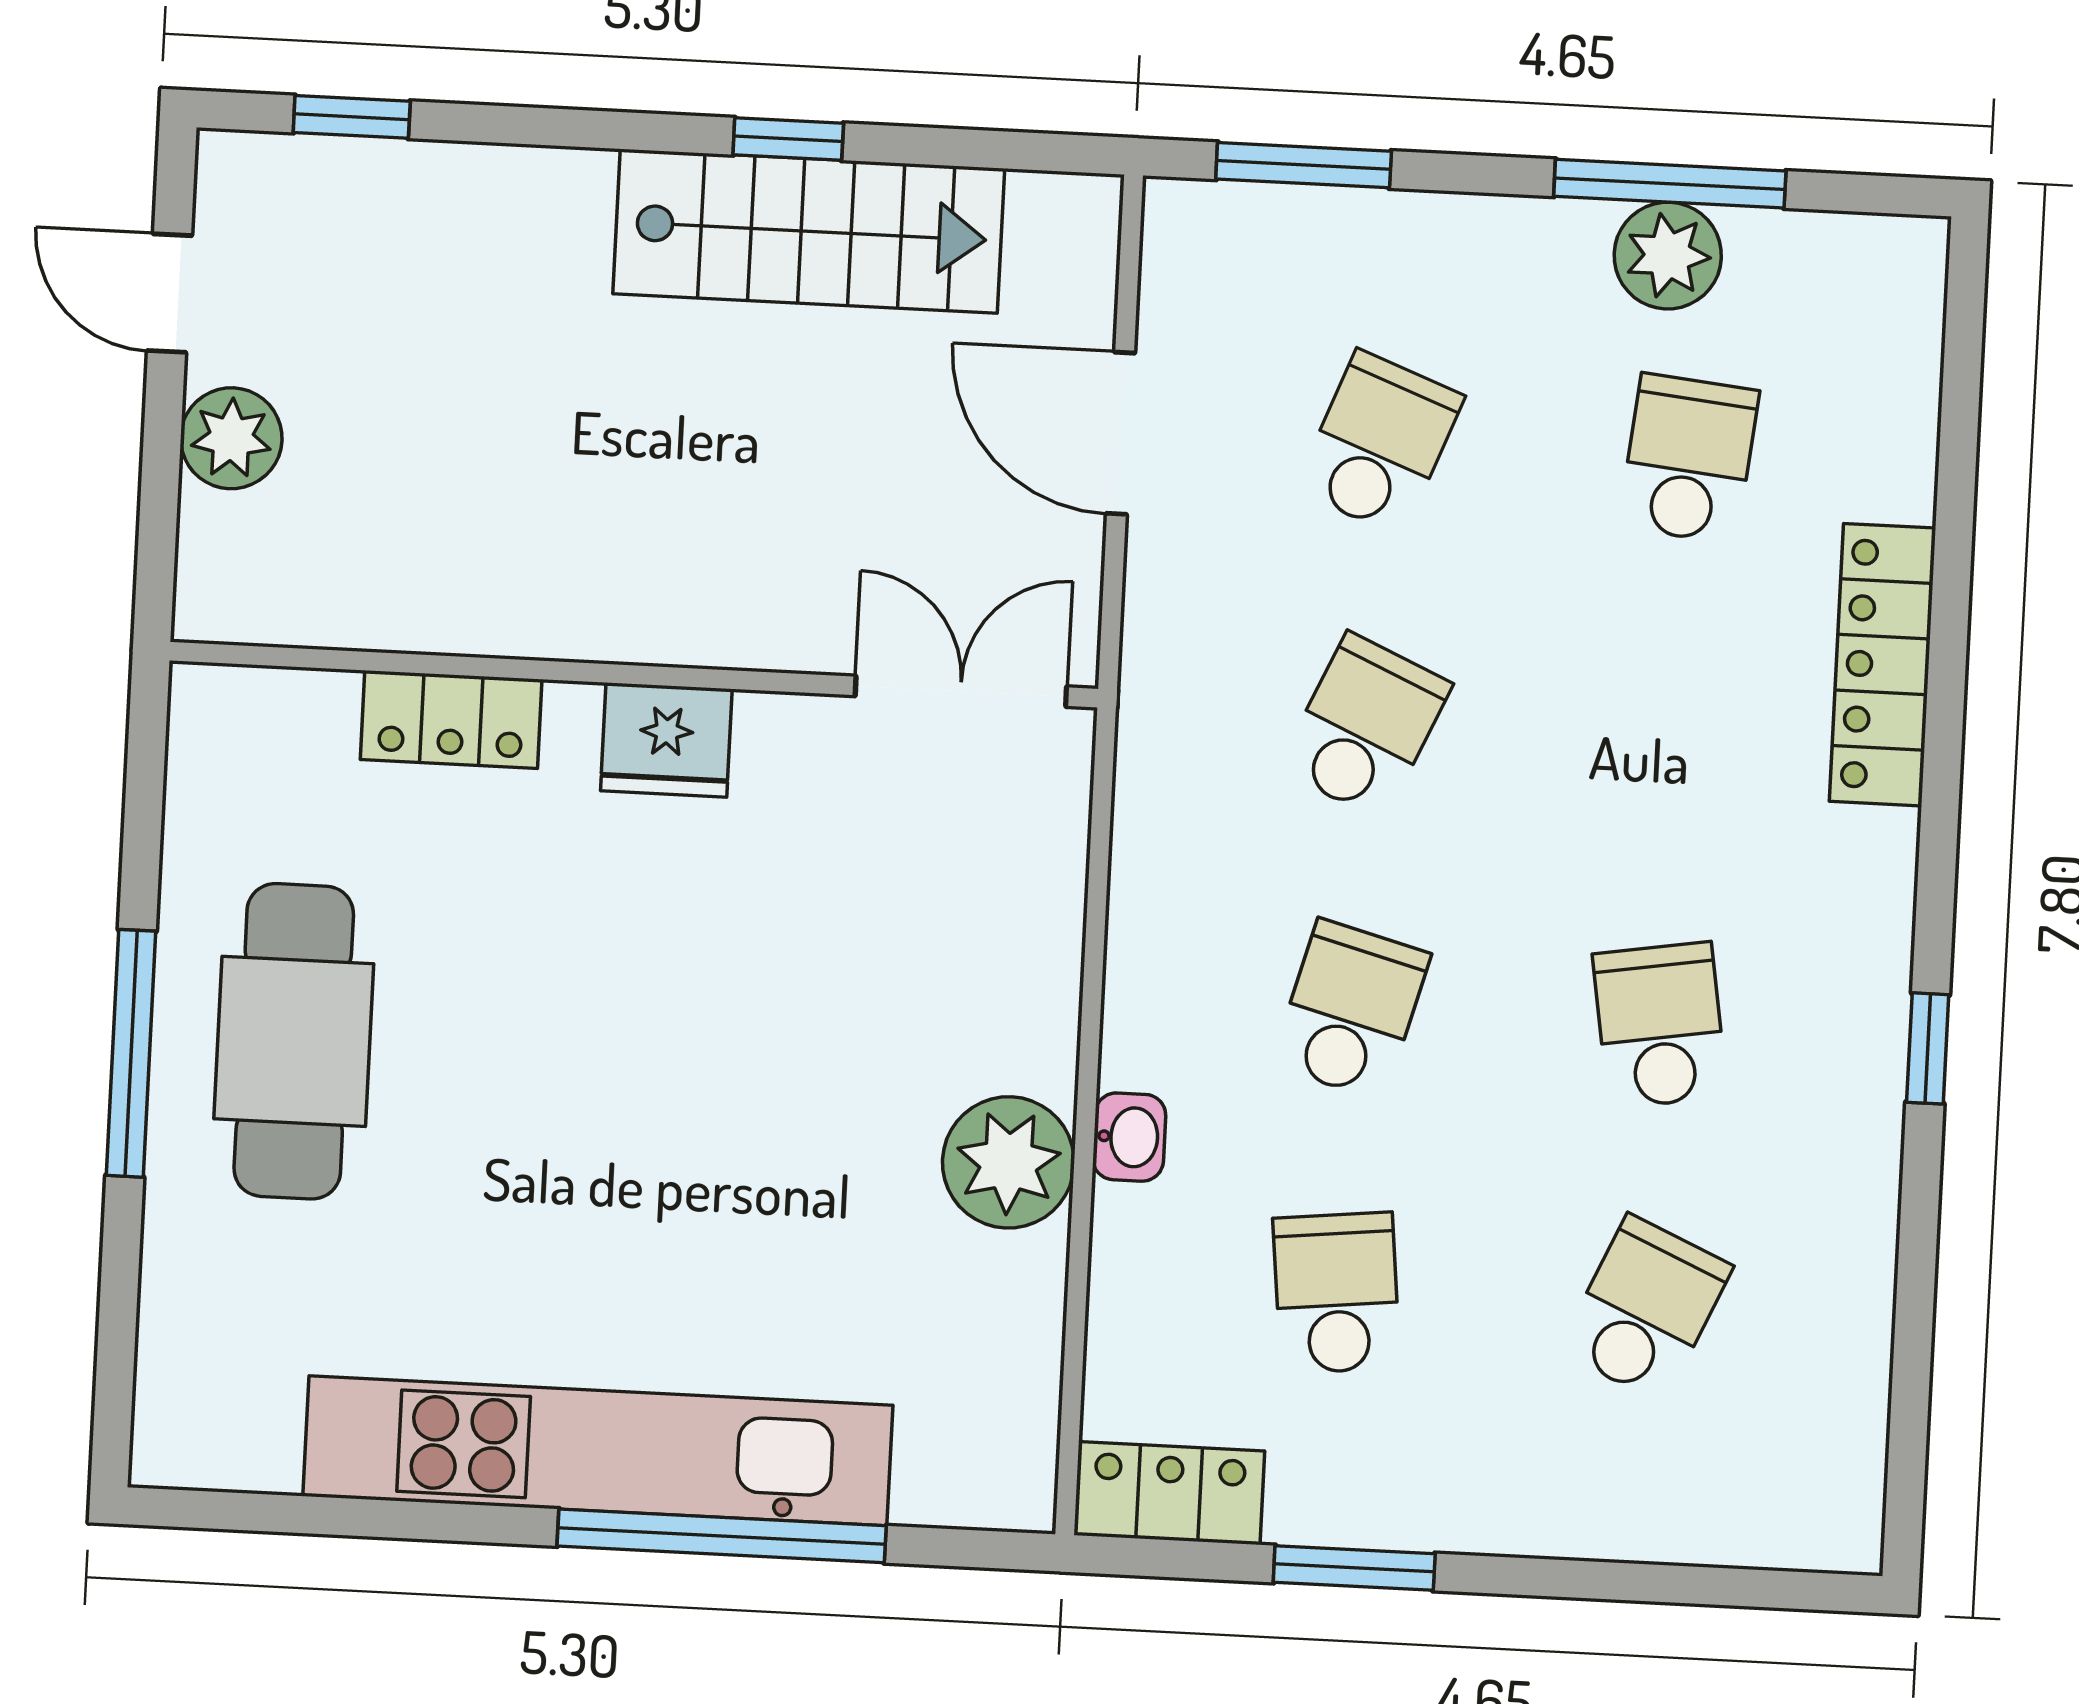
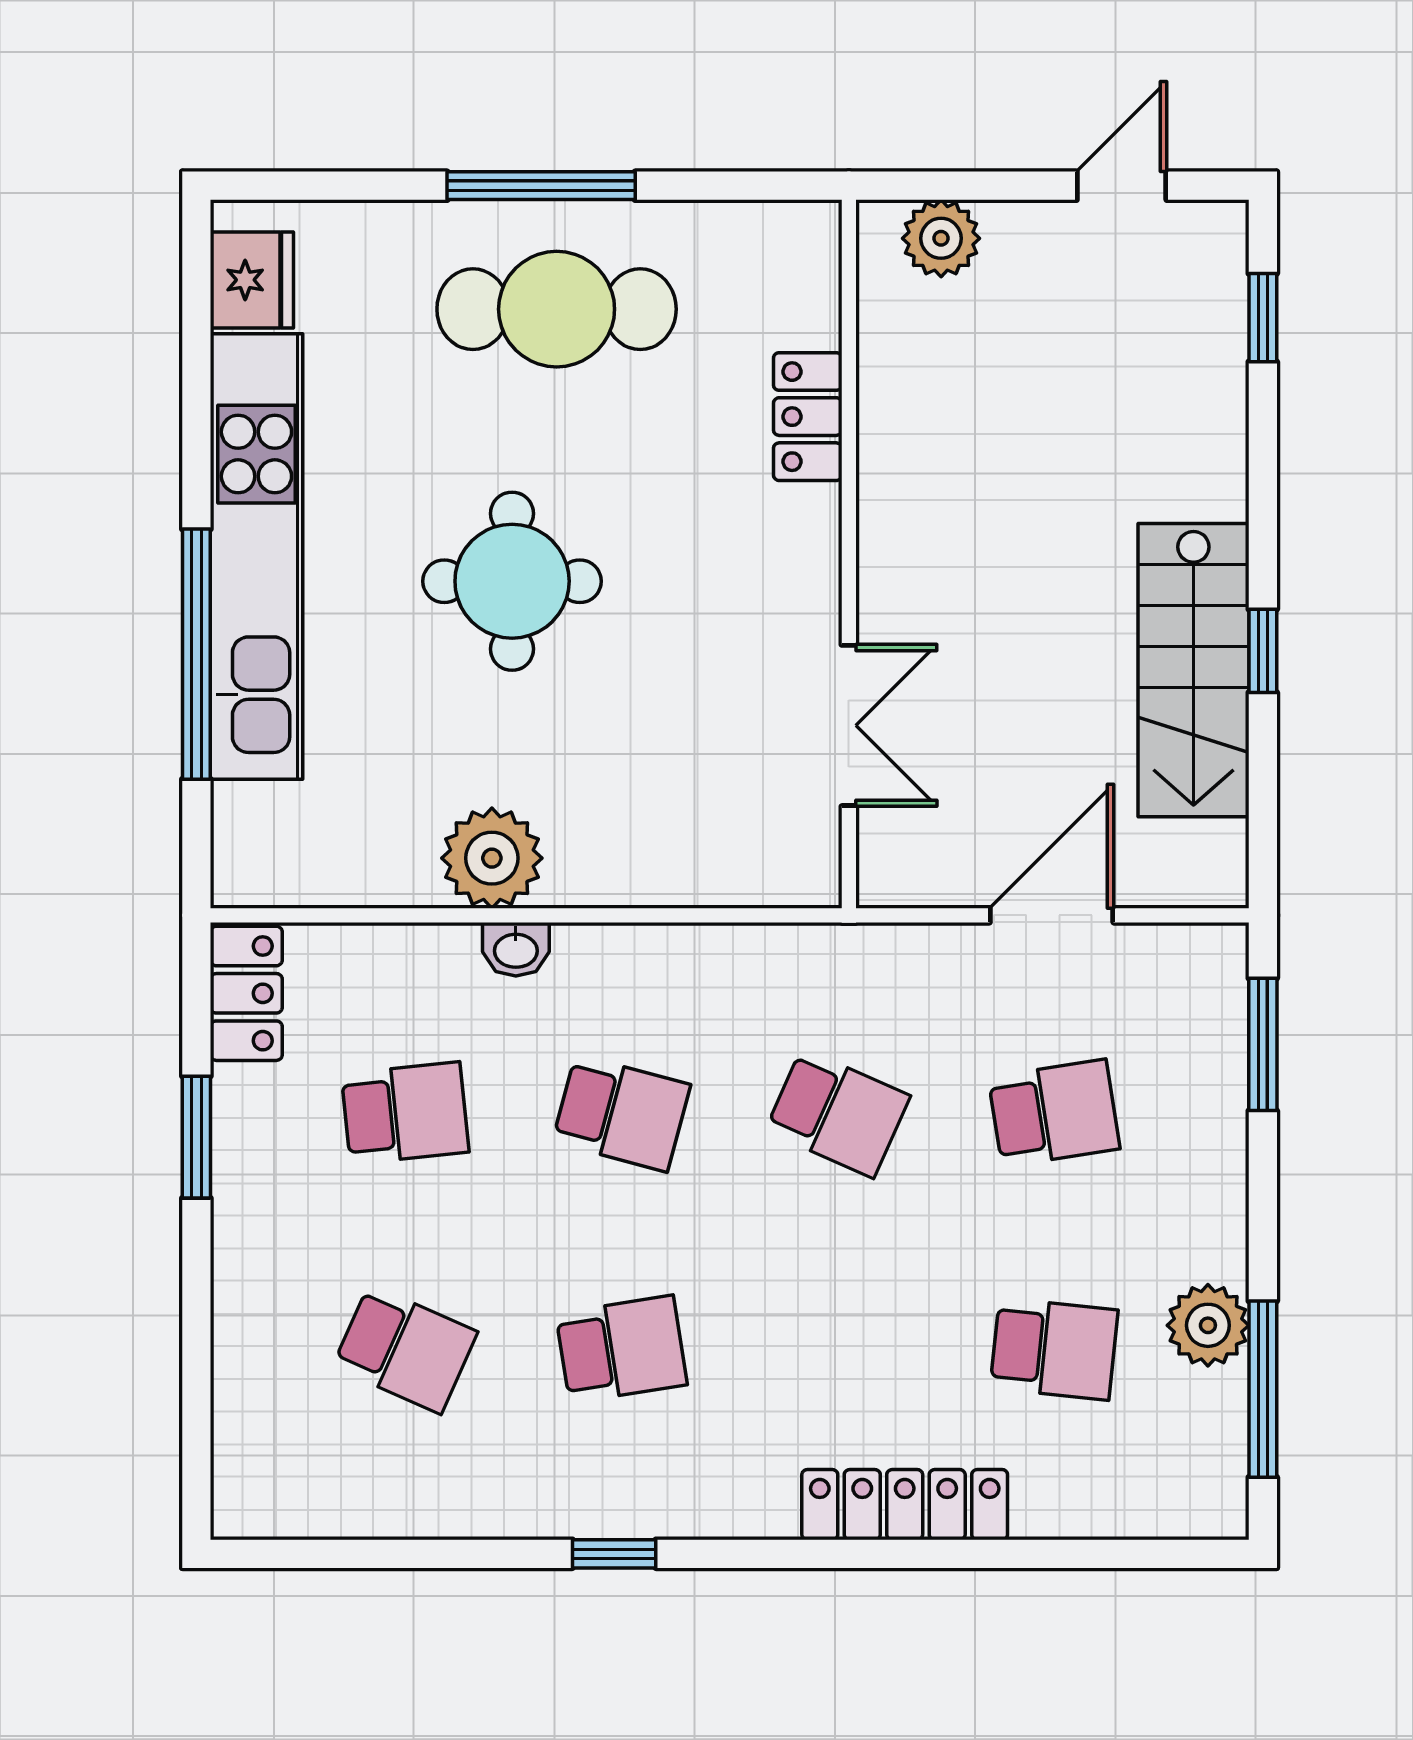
window: (1670, 184) -> (1263, 1389), moved
plant: (231, 438) -> (941, 238), moved
school desk: (1380, 443) -> (1054, 1113), turned -30
double door: (961, 691) -> (849, 725), moved
fridge: (666, 740) -> (252, 280), moved, turned 180
round table: (647, 1118) -> (512, 581), added

